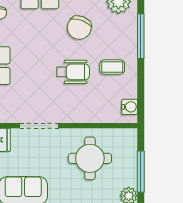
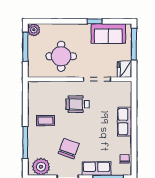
wheelchair: (73, 72) -> (78, 104), moved
water cooler: (130, 107) -> (33, 93), removed

